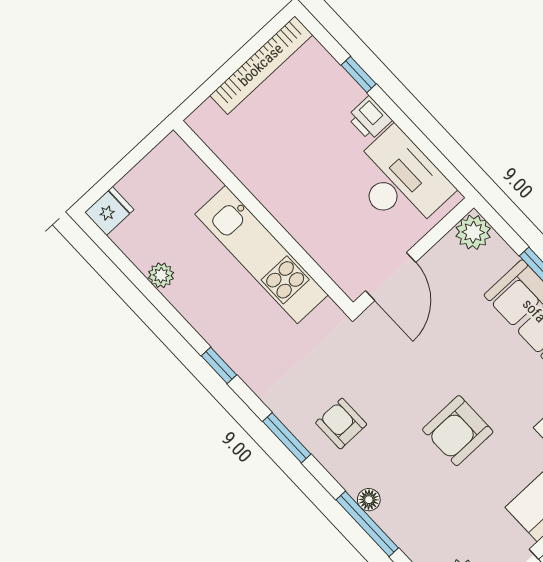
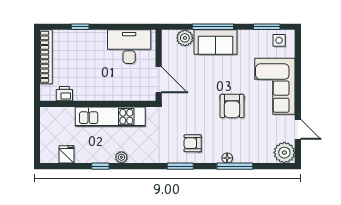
printer: (369, 118) -> (64, 94), moved, turned 180
fridge: (109, 211) -> (67, 154), moved
plant: (473, 232) -> (185, 38), moved
plant: (161, 275) -> (121, 157), moved
window: (219, 365) -> (100, 166), moved

